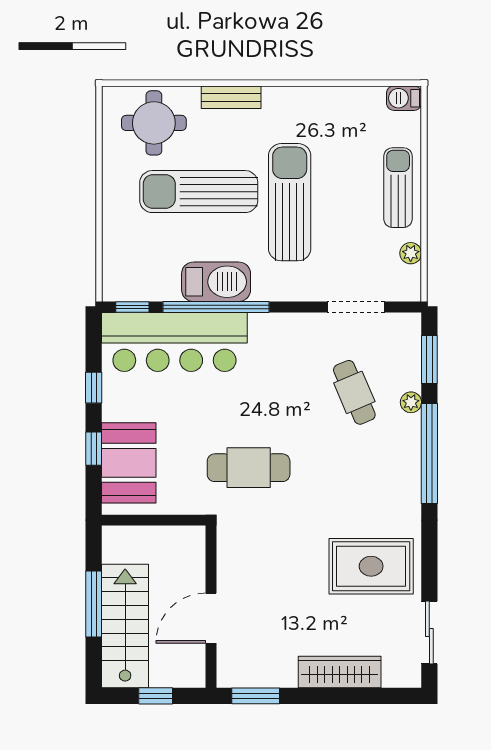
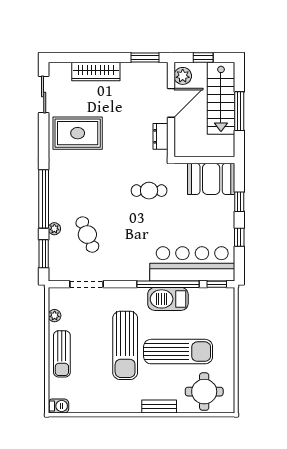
booth: (129, 463) -> (211, 179), moved, turned 90
cafe table: (249, 468) -> (149, 191), width x0.73, depth x0.74
dresser: (229, 561) -> (161, 136), added
plant: (191, 664) -> (183, 76), added

